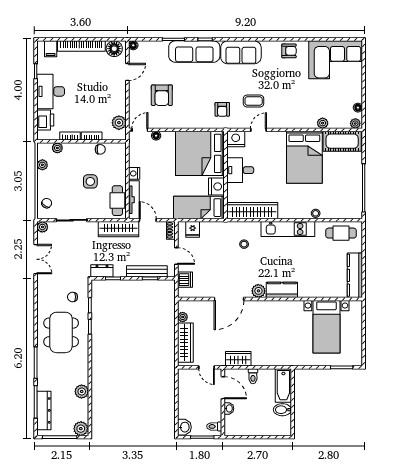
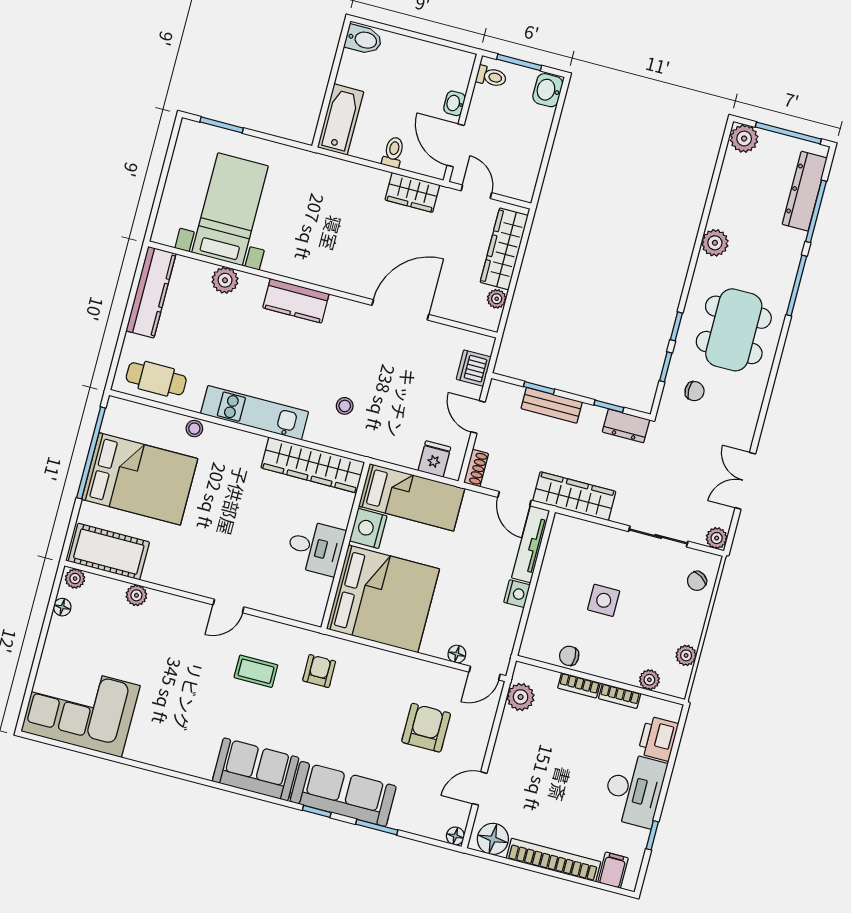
armchair: (289, 51) -> (164, 748), removed
door: (258, 130) -> (229, 606), moved
nightstand: (236, 139) -> (308, 608), removed
bed: (304, 157) -> (140, 479), moved, turned 90
cafe table: (117, 201) -> (562, 551), removed
bench: (147, 271) -> (552, 405), width x0.73
plant: (258, 291) -> (225, 280), moved
plant: (82, 391) -> (715, 243), moved
bidet: (282, 410) -> (363, 40), moved

